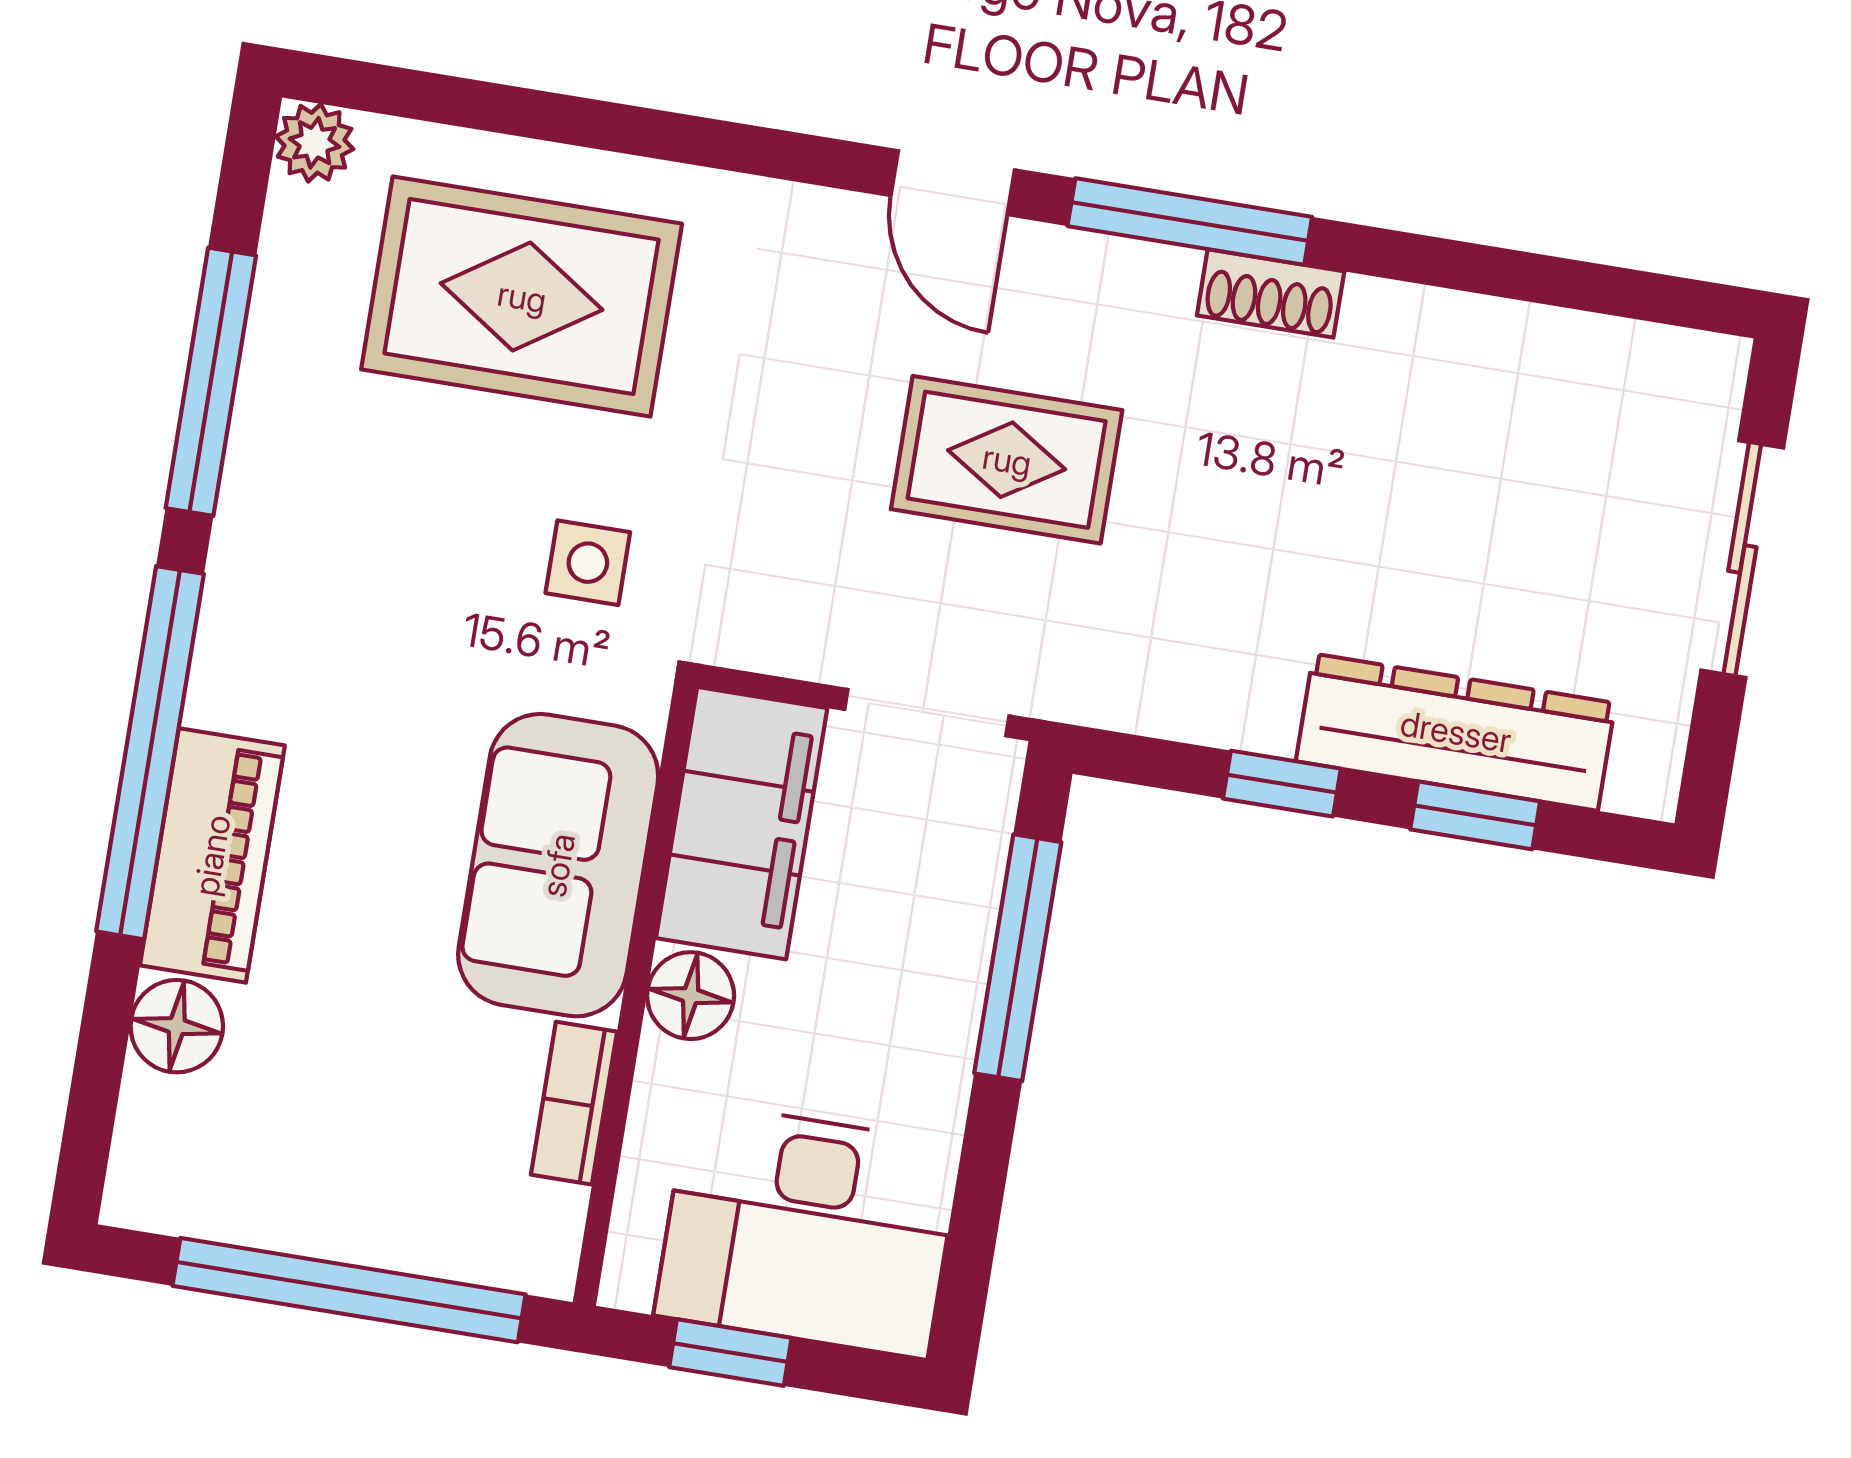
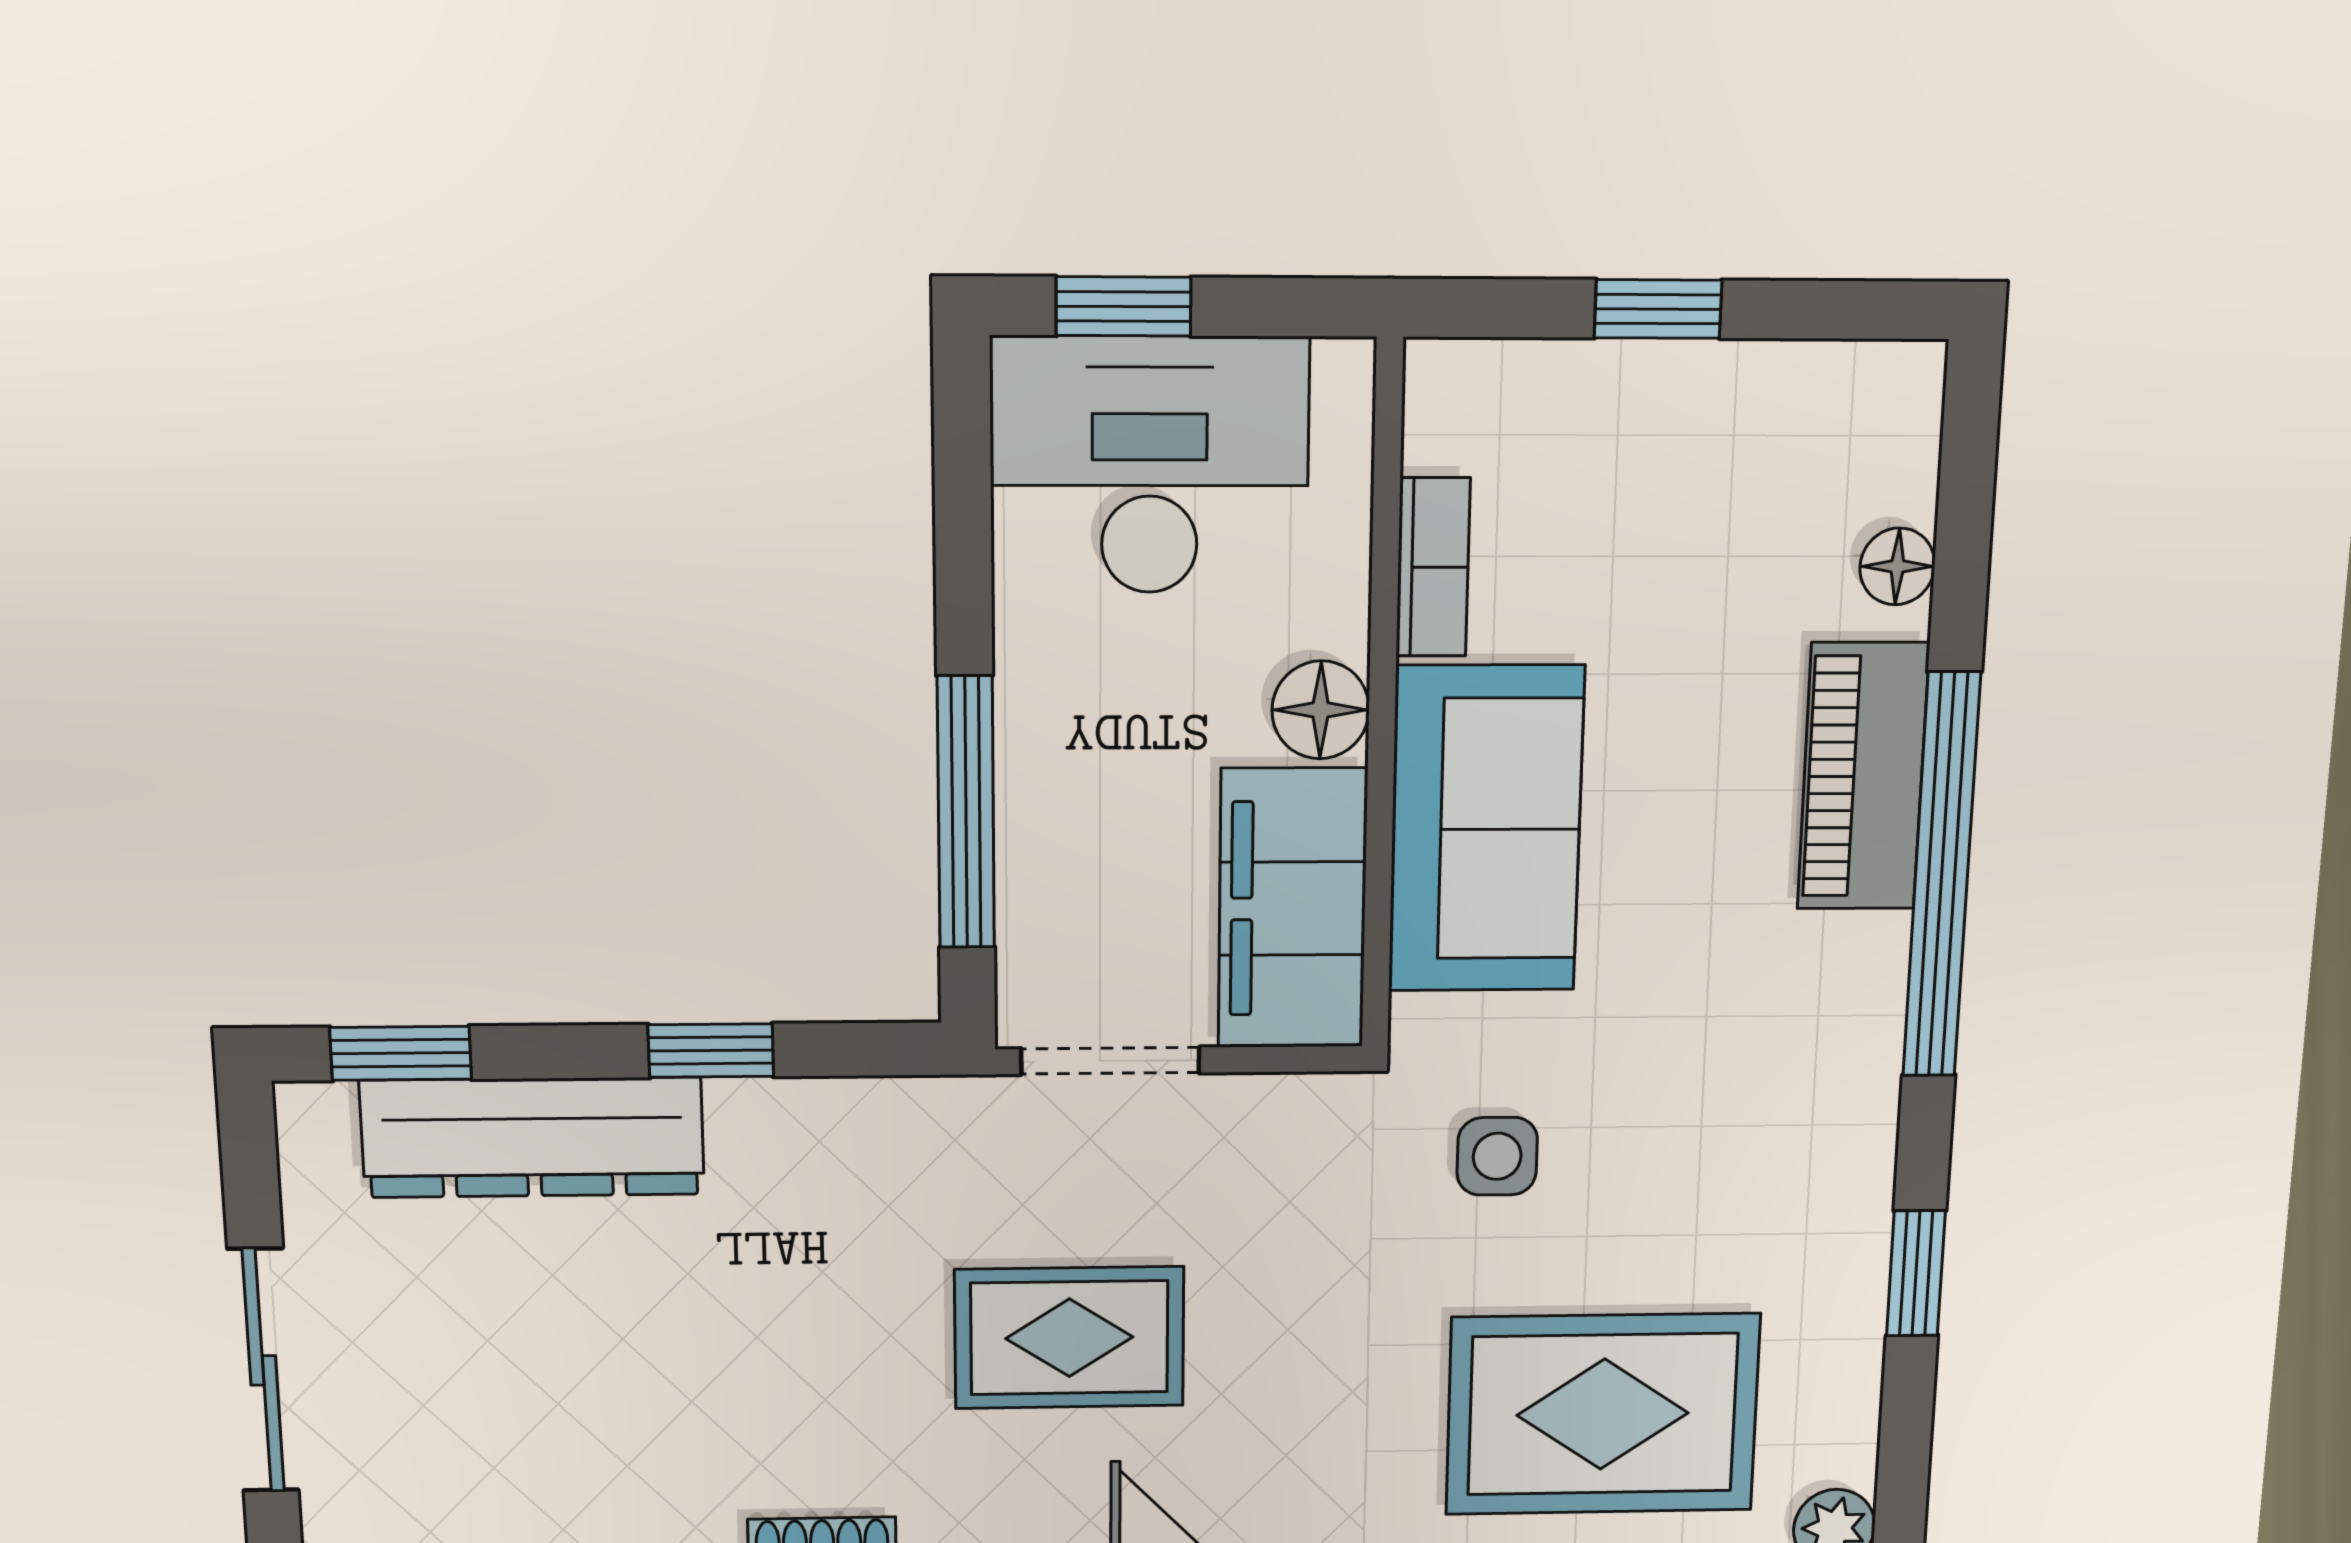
window: (211, 382) -> (1916, 1273), width x0.46
window: (1475, 815) -> (401, 1053), moved
floor lamp: (177, 1026) -> (1897, 566), width x0.73, depth x0.73
window: (349, 1290) -> (1658, 309), width x0.32
window: (730, 1353) -> (1123, 306), moved

